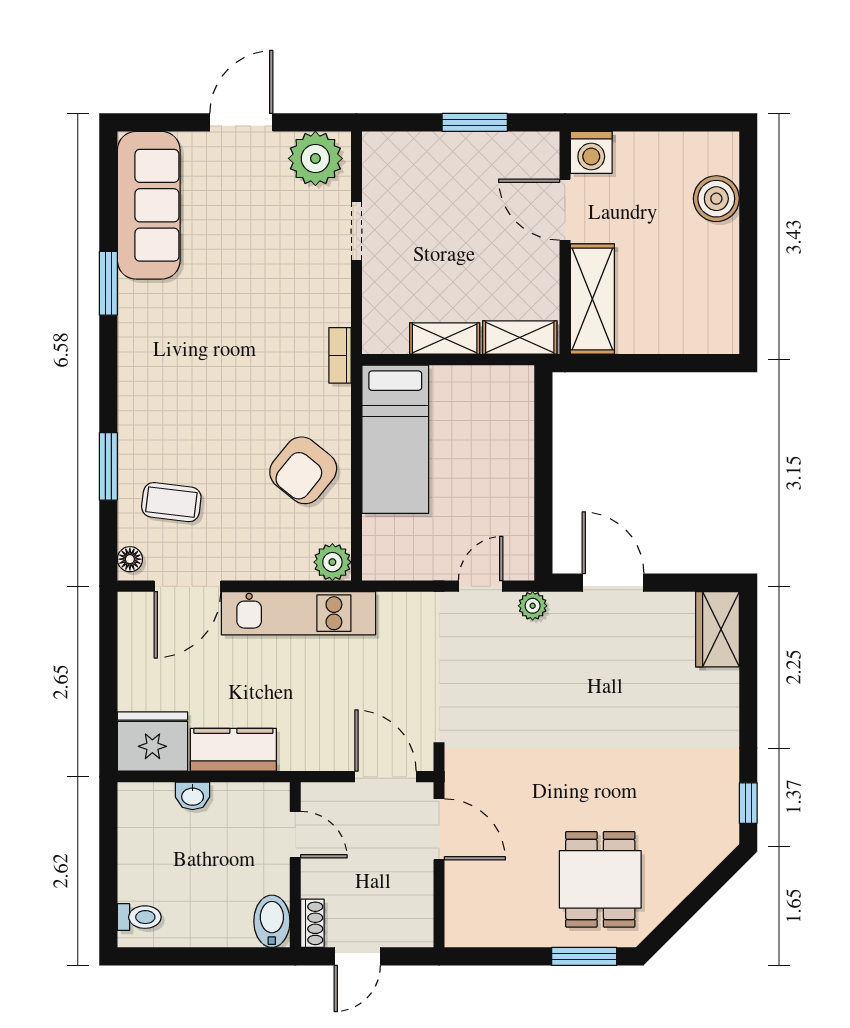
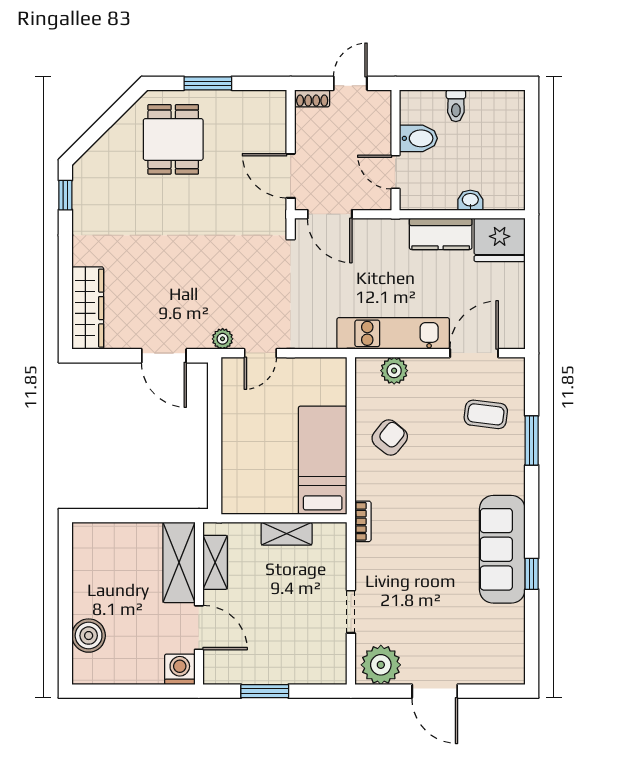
door: (241, 122) -> (435, 691), hinge flipped
sofa: (149, 205) -> (502, 549), moved
window: (108, 283) -> (532, 574), width x0.67
shelving: (520, 338) -> (215, 562), moved, turned 90
armchair: (303, 470) -> (390, 438), width x0.72, depth x0.72
floor lamp: (130, 559) -> (516, 373), removed
plant: (332, 562) -> (394, 371), moved
wardrobe: (717, 629) -> (88, 308), width x1.50
toilet: (139, 917) -> (456, 106), moved, turned -90
bidet: (272, 921) -> (418, 138), moved, turned -90
shoe rack: (312, 923) -> (312, 98), moved, turned -90
window: (584, 956) -> (208, 83), moved

